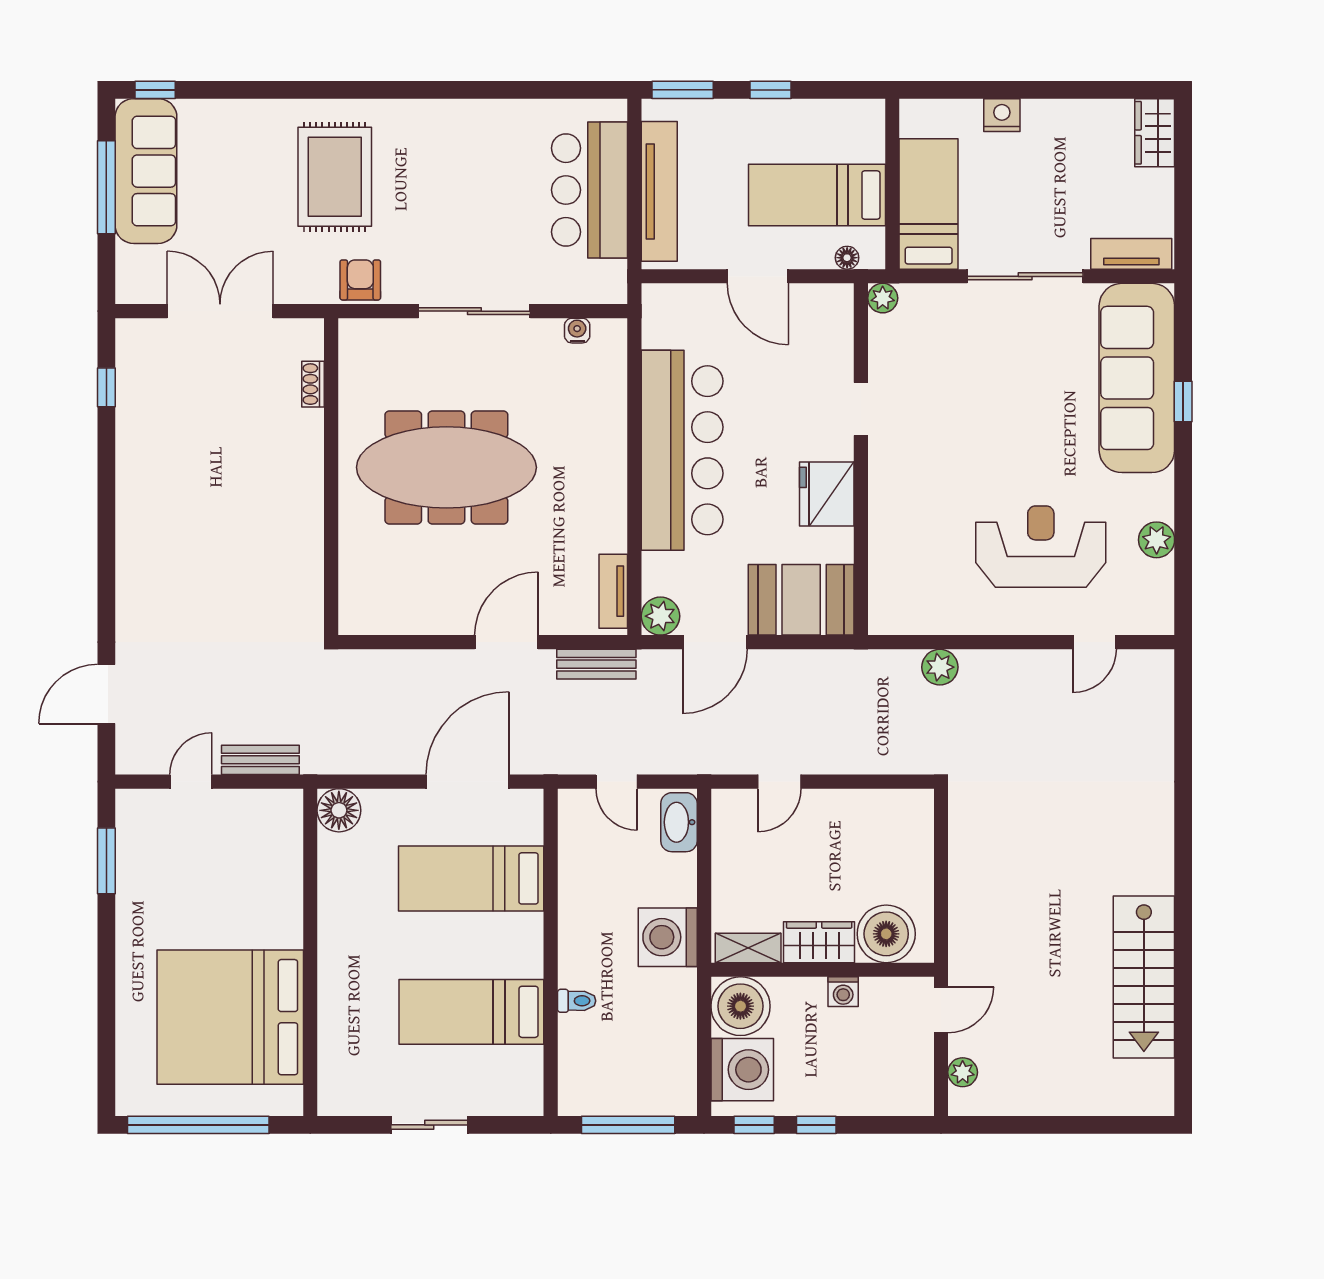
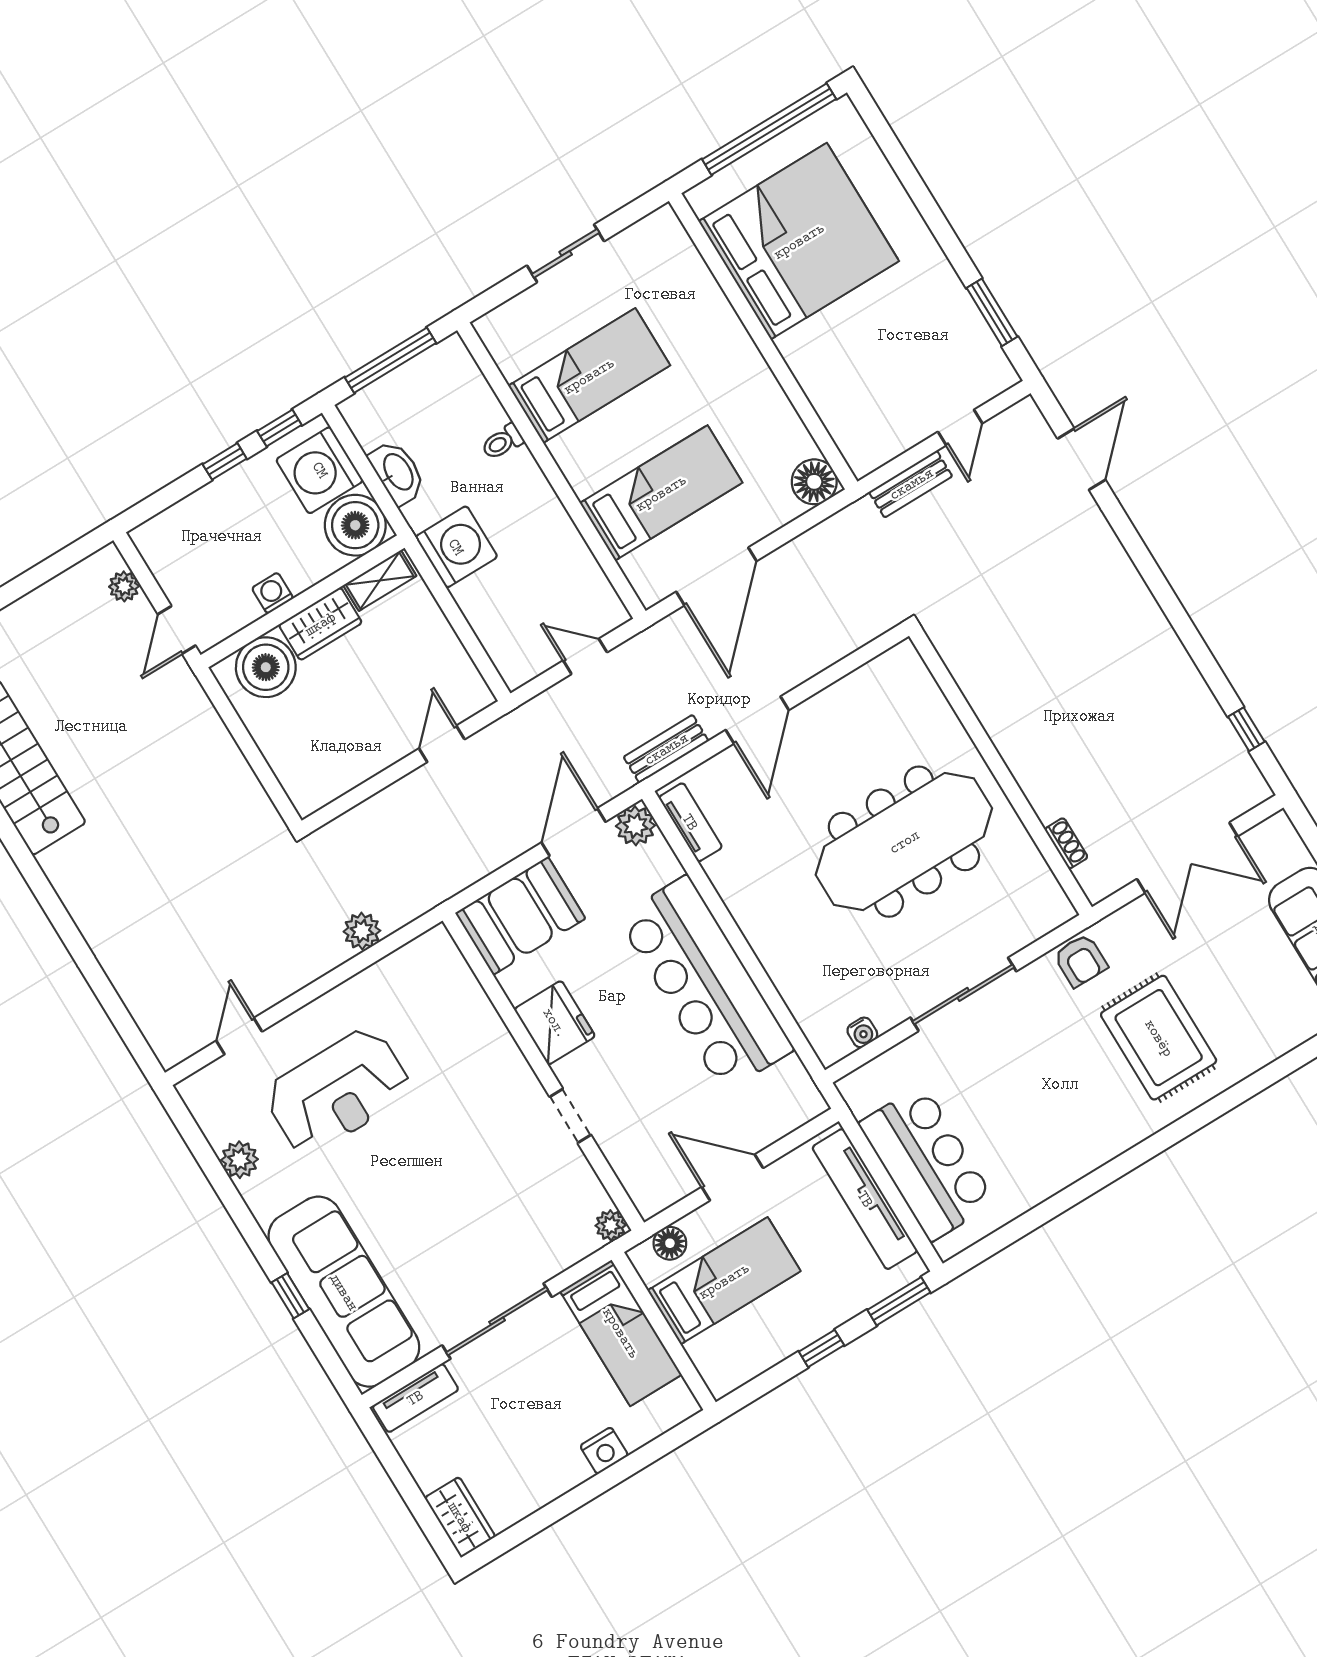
floor lamp: (847, 258) -> (670, 1243), width x1.37, depth x1.37
washbasin: (679, 822) -> (397, 472), moved

